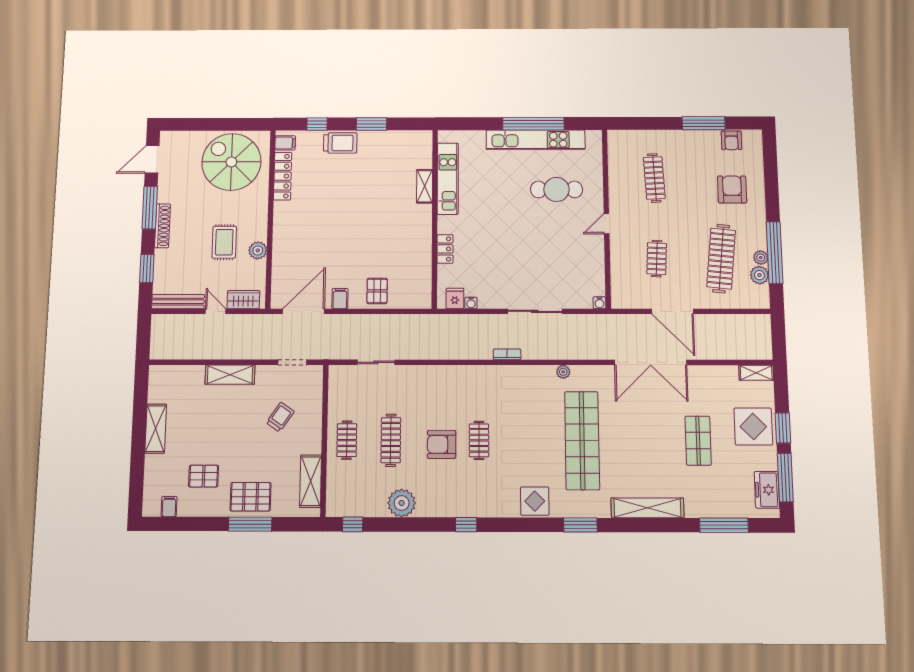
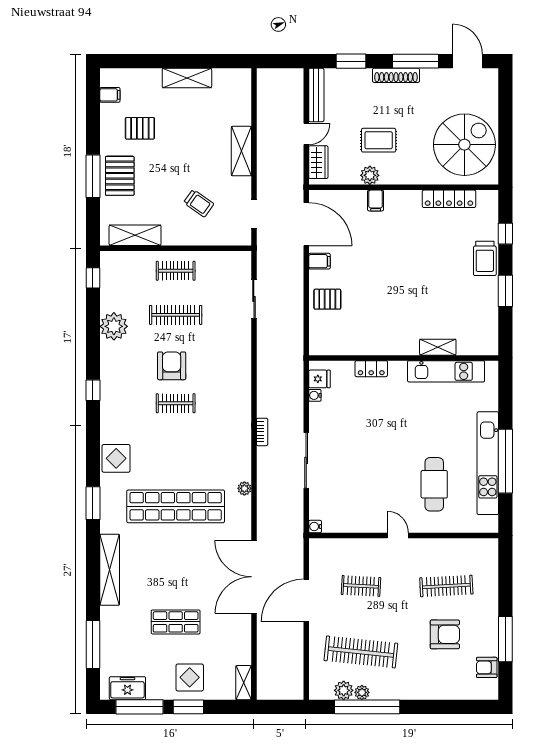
filing cabinet: (285, 143) -> (376, 200), moved
armchair: (732, 189) -> (445, 634), moved
display table: (753, 427) -> (190, 677), width x0.73, depth x0.73
pallet: (204, 476) -> (140, 128), turned 90

